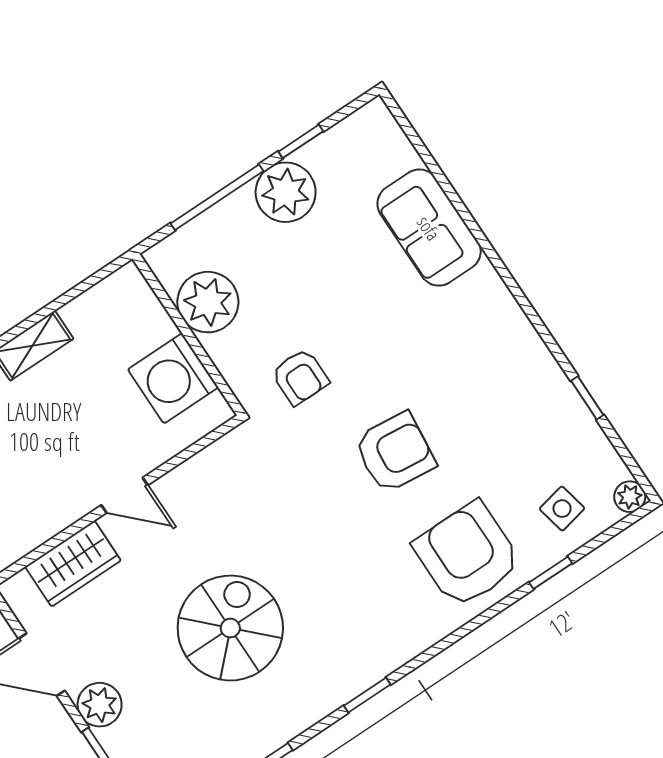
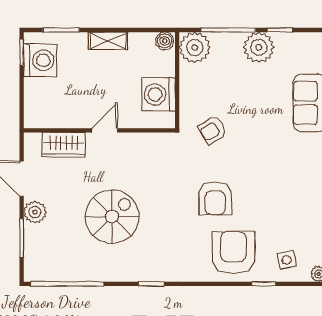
boiler: (125, 284) -> (165, 41), added
plant: (208, 302) -> (195, 48), moved
armchair: (300, 377) -> (213, 130), turned 58
armchair: (395, 453) -> (215, 198), moved, turned 84
door: (125, 495) -> (105, 130), swing flipped

